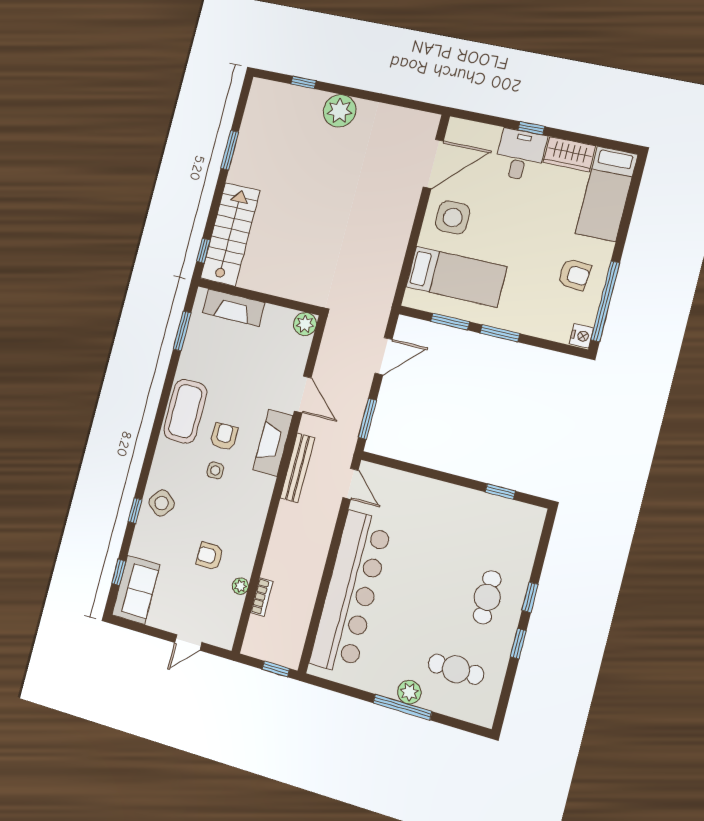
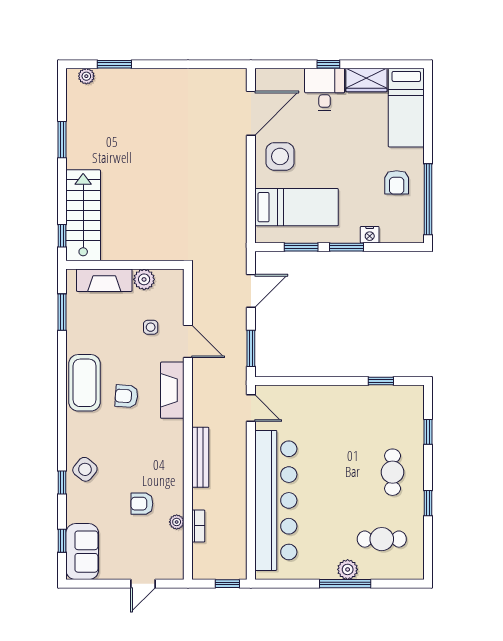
window: (304, 82) -> (114, 64), width x1.50
plant: (340, 111) -> (86, 76), moved, width x0.53, depth x0.53
armchair: (574, 274) -> (397, 182), turned 85
plant: (305, 324) -> (144, 279), moved
nightstand: (582, 336) -> (370, 235), moved, turned 90
armchair: (224, 437) -> (126, 396), turned -86
bench: (297, 468) -> (200, 457), moved
side table: (215, 470) -> (151, 327), moved
window: (530, 597) -> (428, 432), moved

